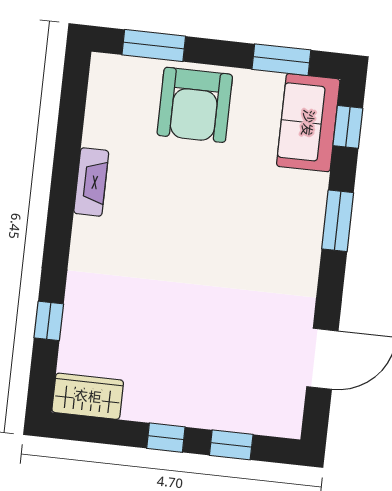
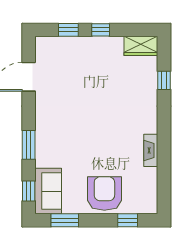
window: (154, 46) -> (128, 220), width x0.67

